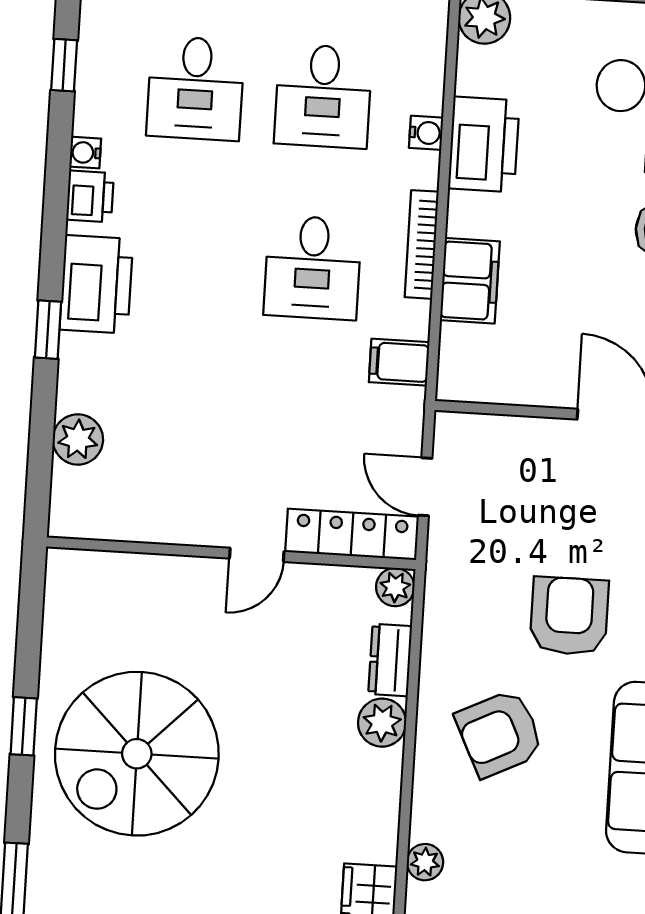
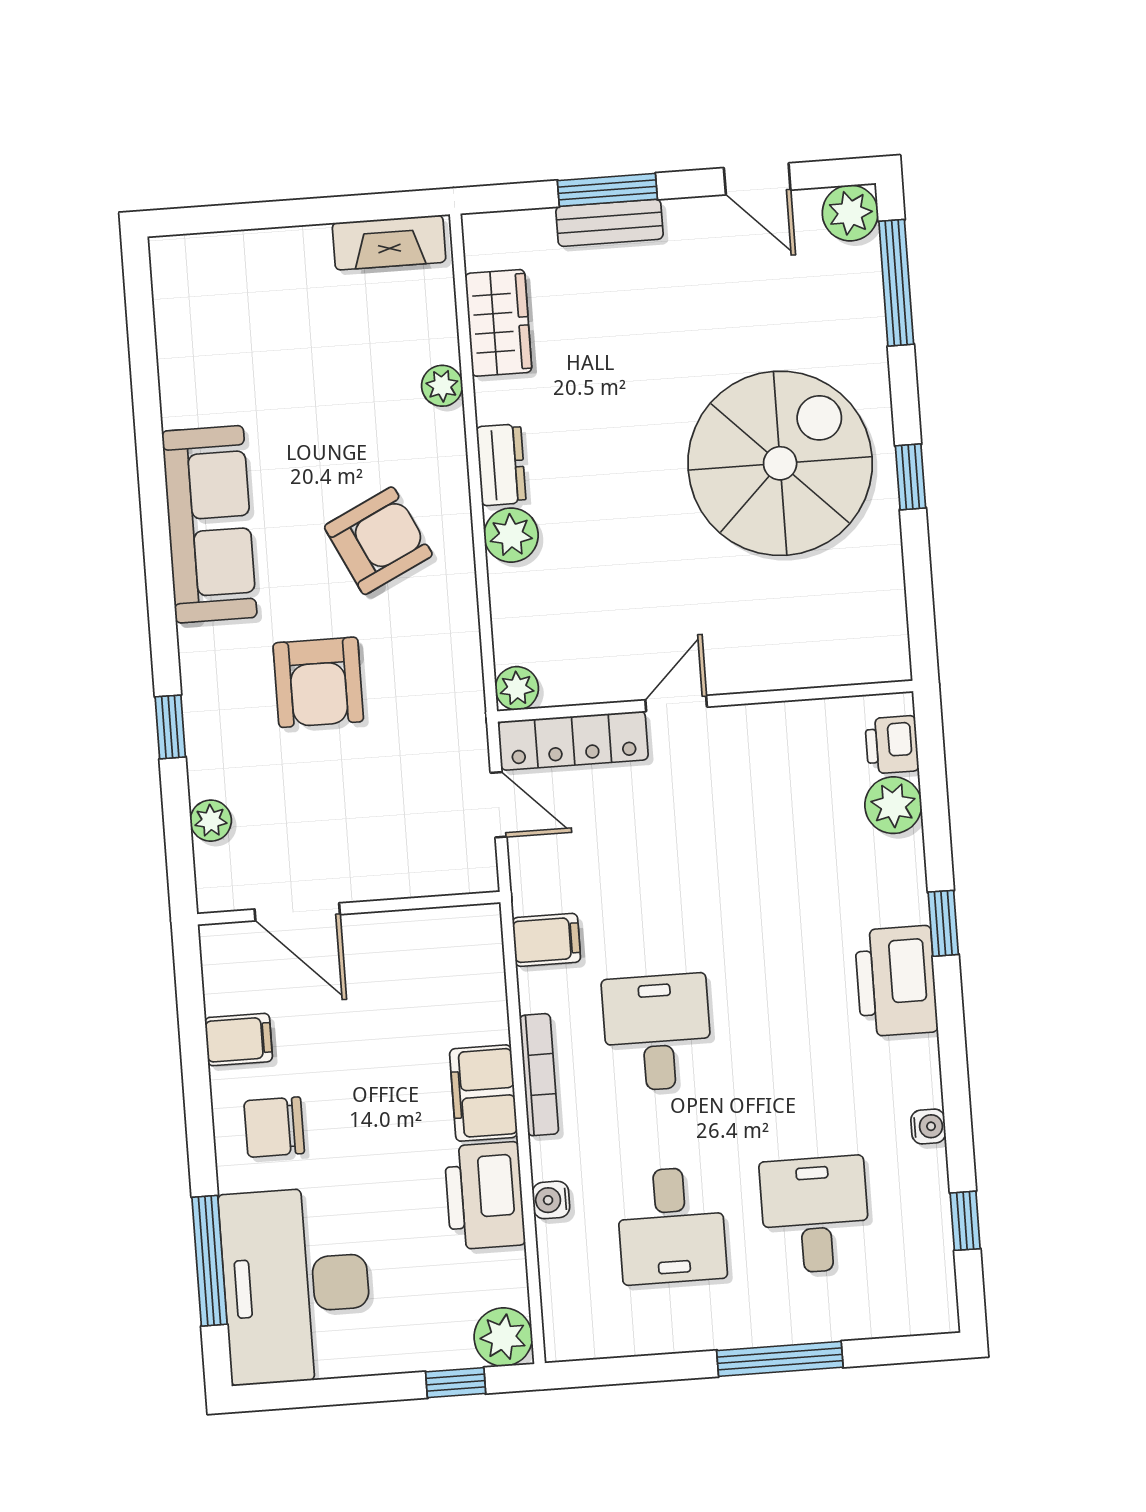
desk: (323, 96) -> (671, 1225), turned 180
printer: (90, 196) -> (892, 745), moved
filing cabinet: (470, 281) -> (484, 1093), moved
dresser: (390, 660) -> (501, 465), moved

